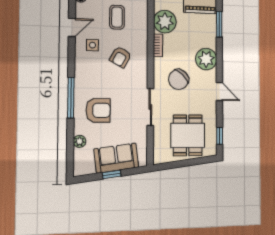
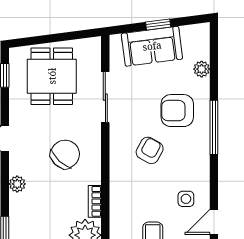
armchair: (120, 57) -> (150, 150), moved
plant: (206, 59) -> (17, 184), width x0.53, depth x0.53
sliding door: (150, 107) -> (105, 97), moved

